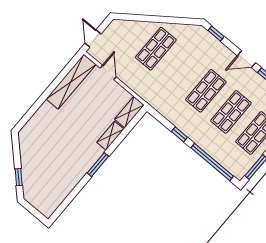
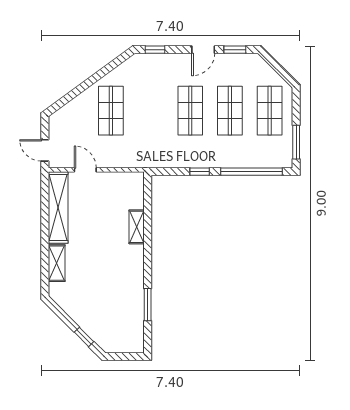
shelving: (129, 112) -> (57, 263), moved
window: (98, 165) -> (148, 305), moved

